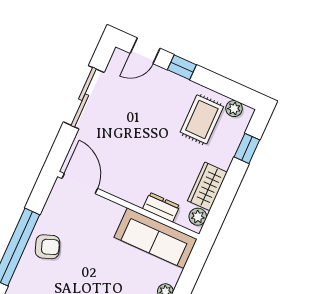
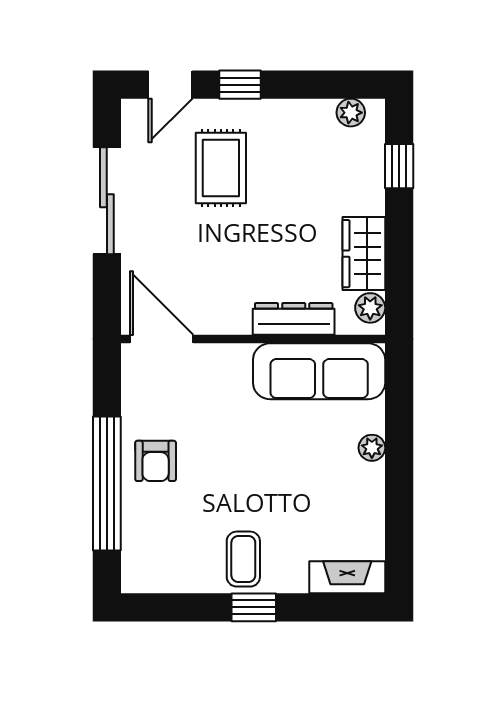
rug: (202, 119) -> (221, 168), moved
dresser: (161, 207) -> (294, 319), width x1.44
armchair: (47, 247) -> (156, 461), turned 110

